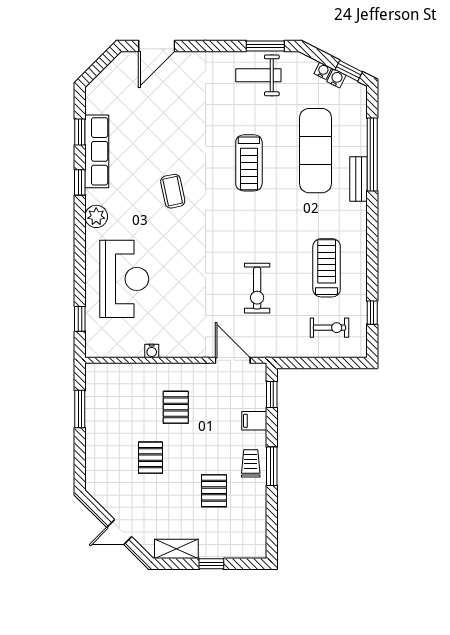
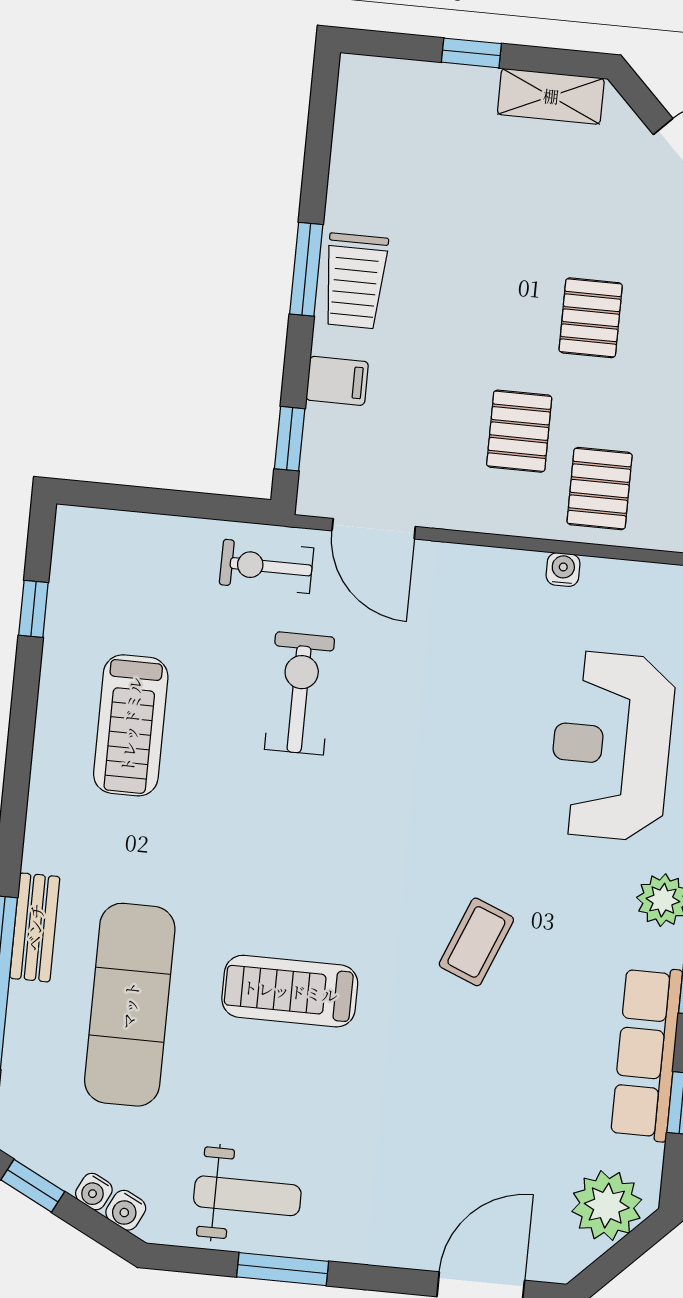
window: (265, 46) -> (283, 1269), moved
water cooler: (336, 78) -> (126, 1210), moved
plant: (107, 86) -> (607, 1206), added
treadmill: (249, 163) -> (290, 991), turned -90
coffee table: (173, 191) -> (476, 942), turned 34
exercise bike: (329, 328) -> (267, 566), moved
trolley: (251, 463) -> (355, 281), width x1.36, depth x1.39
pallet: (214, 491) -> (600, 489), moved

